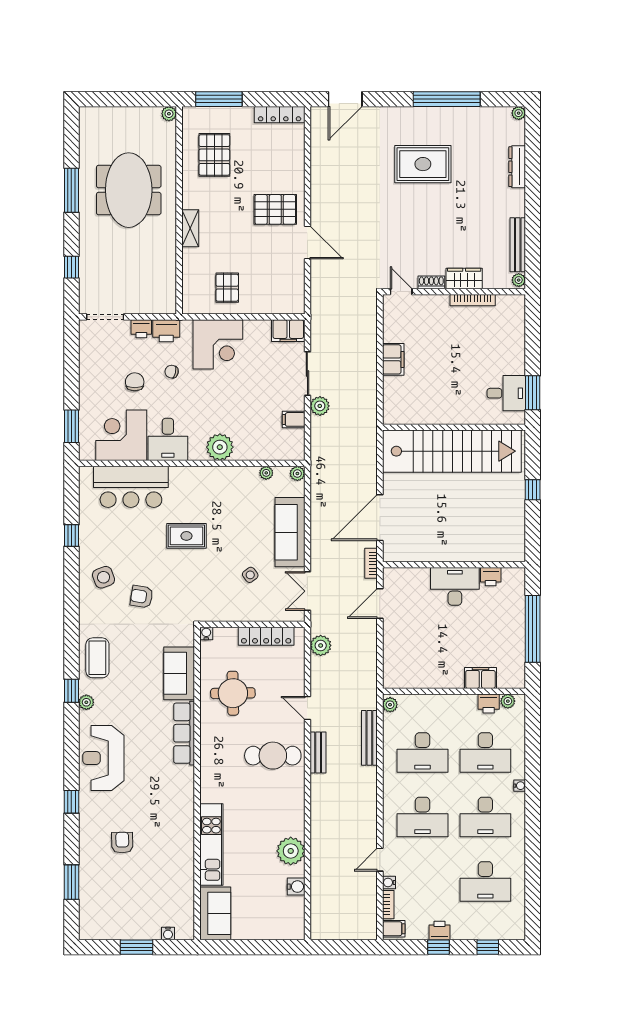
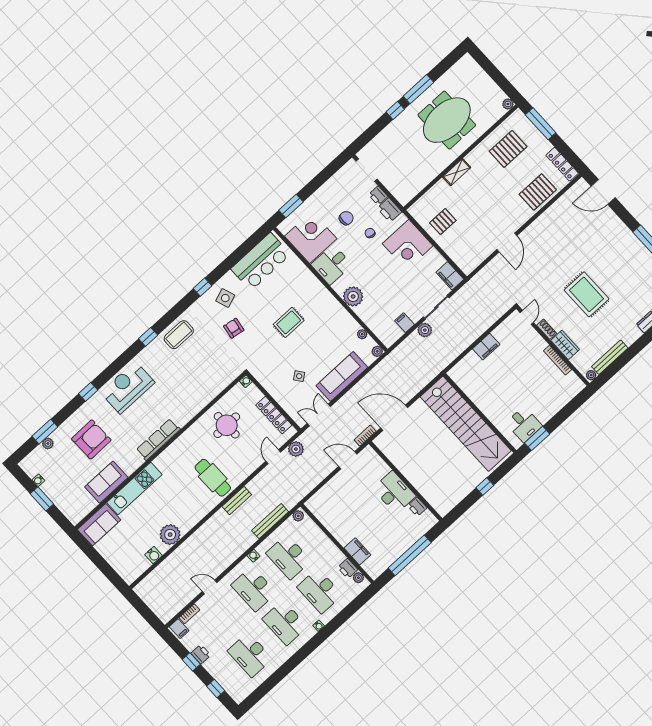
rug: (423, 164) -> (587, 294), moved
pallet: (275, 209) -> (538, 192), moved, turned 90
window: (71, 267) -> (395, 110), moved
bar counter: (131, 487) -> (261, 262), moved, turned -90
window: (71, 536) -> (202, 287), moved
rug: (186, 536) -> (289, 322), turned 90
sofa: (179, 673) -> (106, 482), moved
plant: (86, 702) -> (48, 443), moved
door: (307, 708) -> (273, 457), moved
row of seats: (184, 733) -> (158, 440), moved
armchair: (122, 843) -> (91, 439), width x1.88, depth x1.88
water cooler: (389, 882) -> (254, 556), moved
water cooler: (168, 933) -> (38, 480), moved

